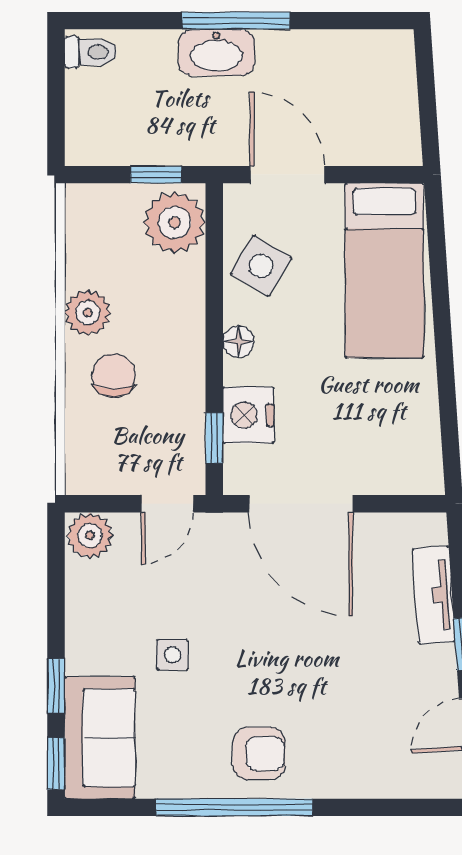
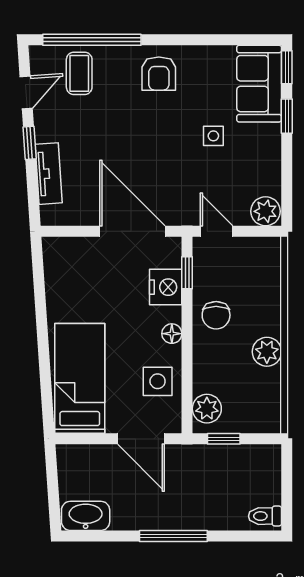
washbasin: (216, 52) -> (86, 516), moved
plant: (175, 222) -> (207, 409), width x0.73, depth x0.73
side table: (261, 266) -> (158, 381), turned -31
chair: (114, 376) -> (216, 315), moved
door: (167, 504) -> (217, 231), hinge flipped
armchair: (259, 754) -> (159, 74), turned -90
coffee table: (385, 754) -> (79, 73), added
window: (234, 807) -> (92, 40), moved

